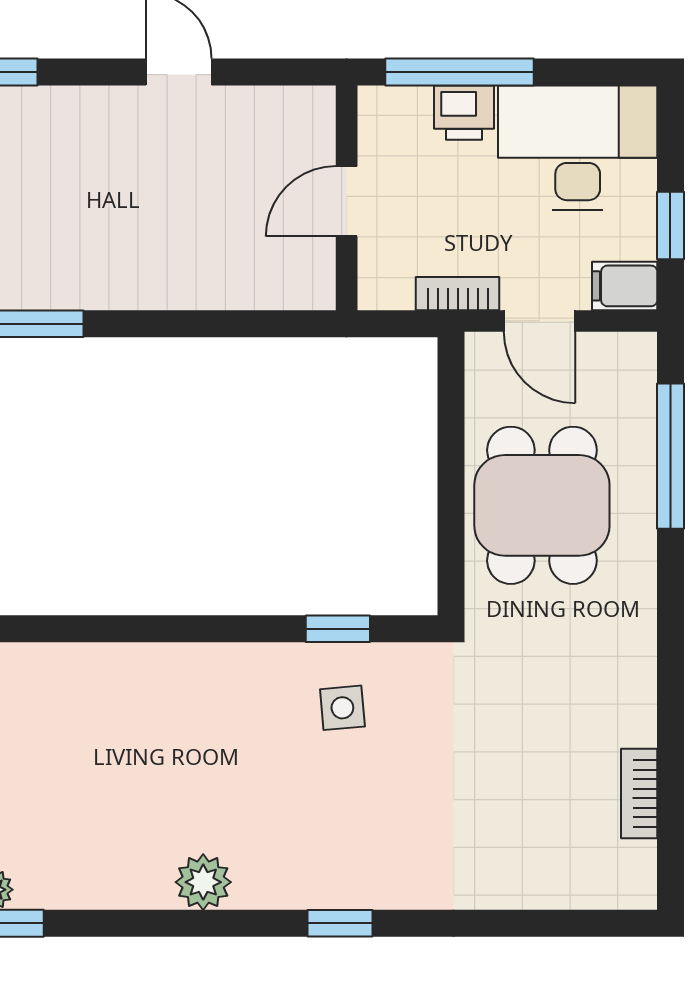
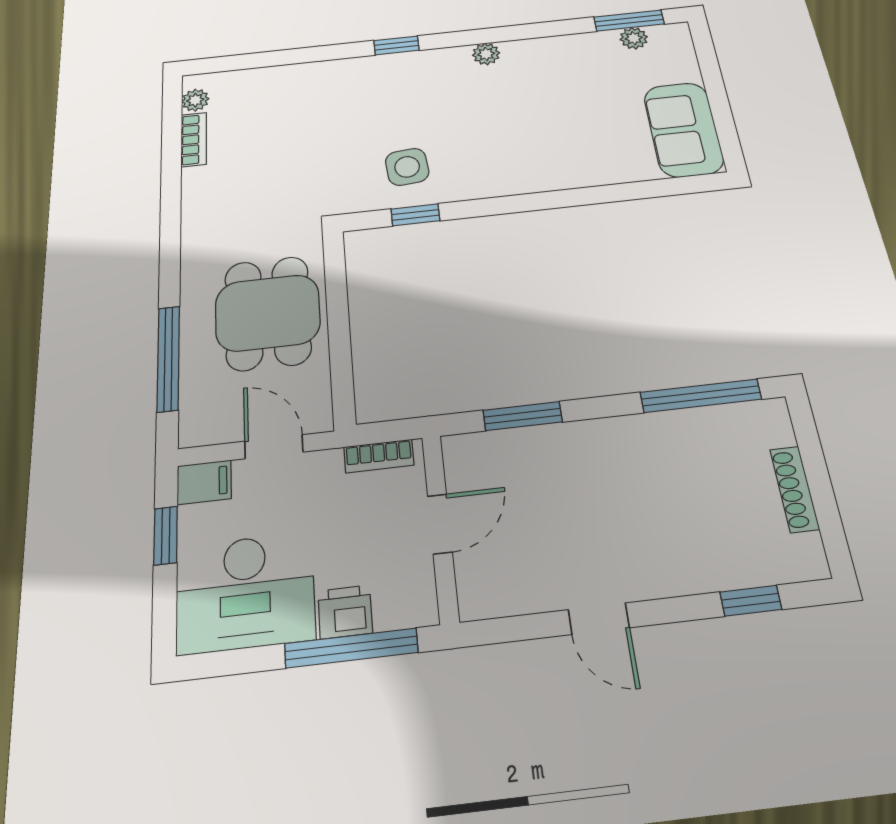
bookcase: (458, 294) -> (379, 456), moved
window: (232, 324) -> (523, 416), added
side table: (342, 708) -> (407, 167), width x1.37, depth x1.37
plant: (637, 863) -> (195, 100), added
plant: (203, 882) -> (486, 54), width x0.73, depth x0.73

